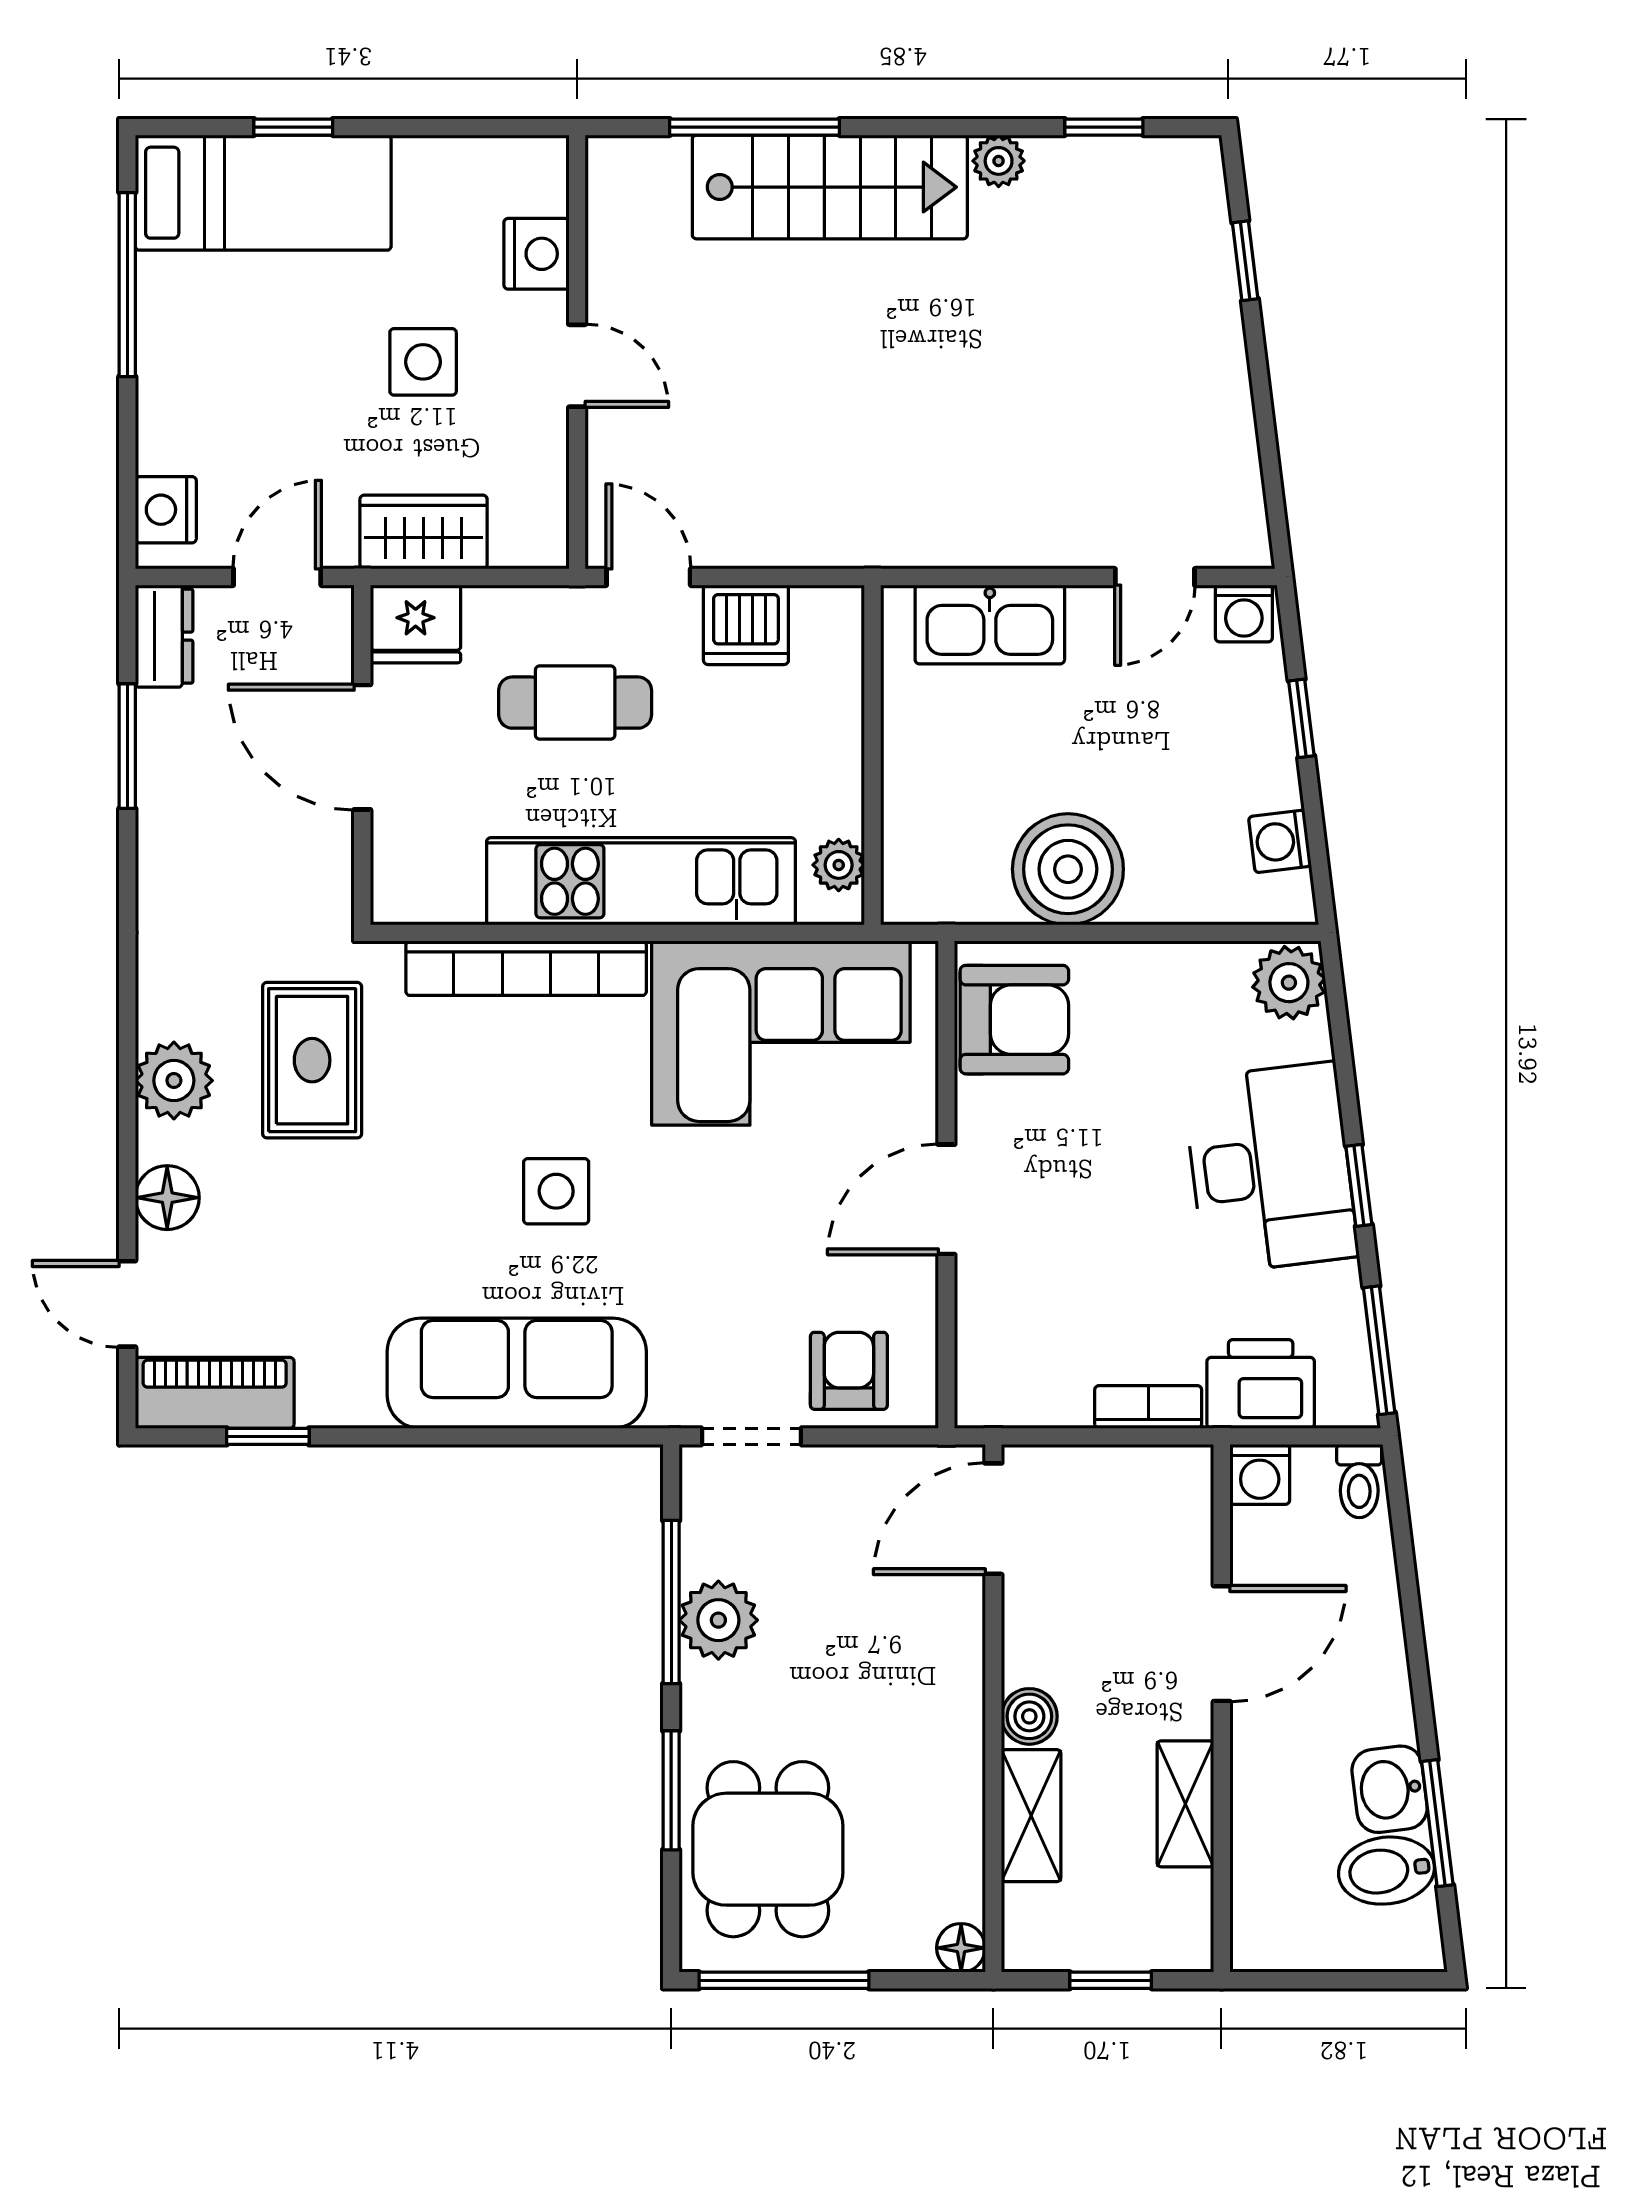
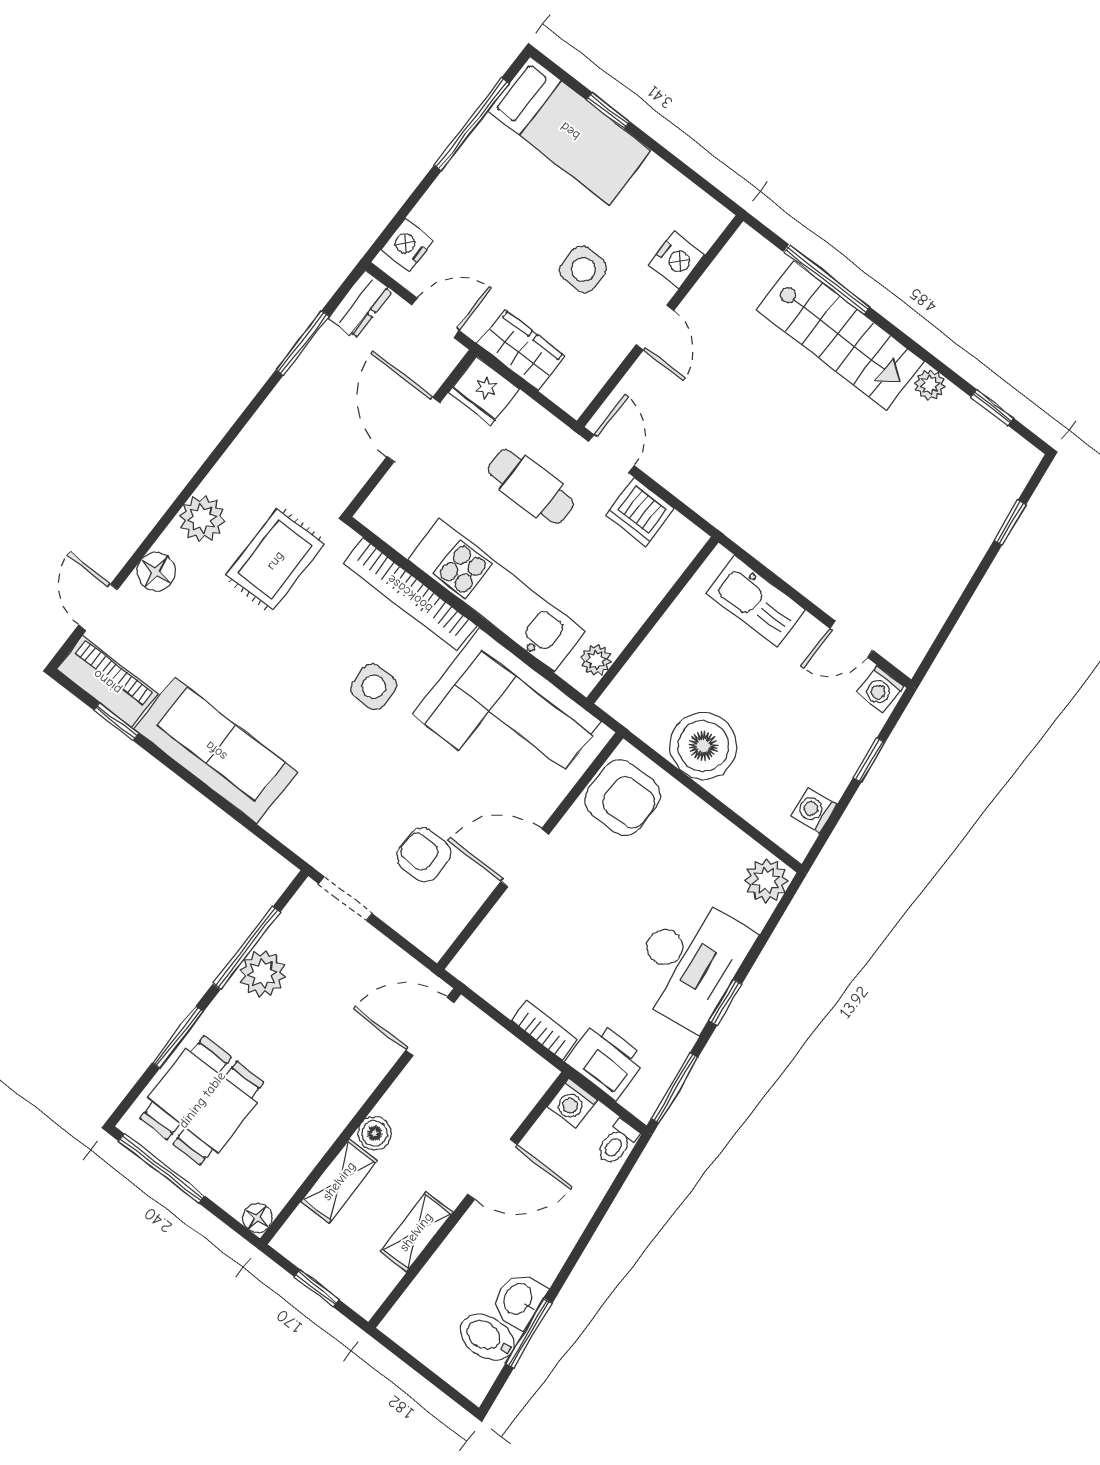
side table: (556, 1191) -> (374, 687), moved
armchair: (849, 1371) -> (424, 855), moved, turned -90
sofa: (517, 1373) -> (216, 751), moved

